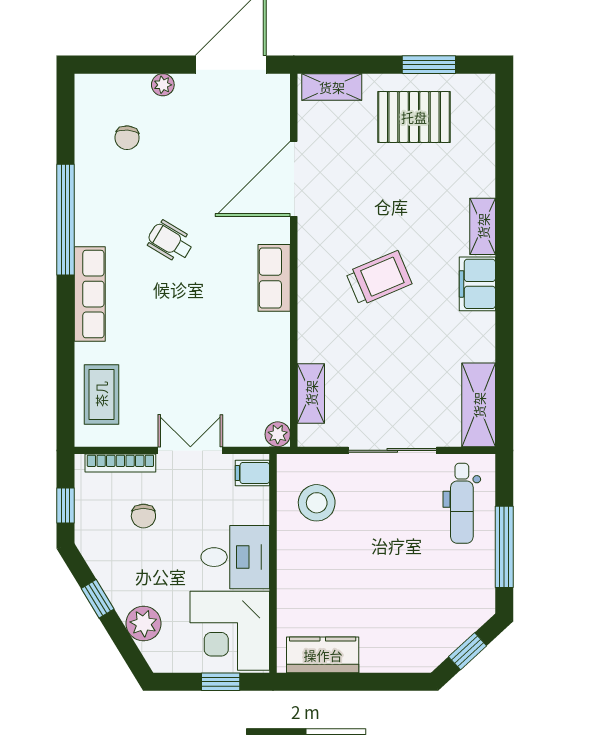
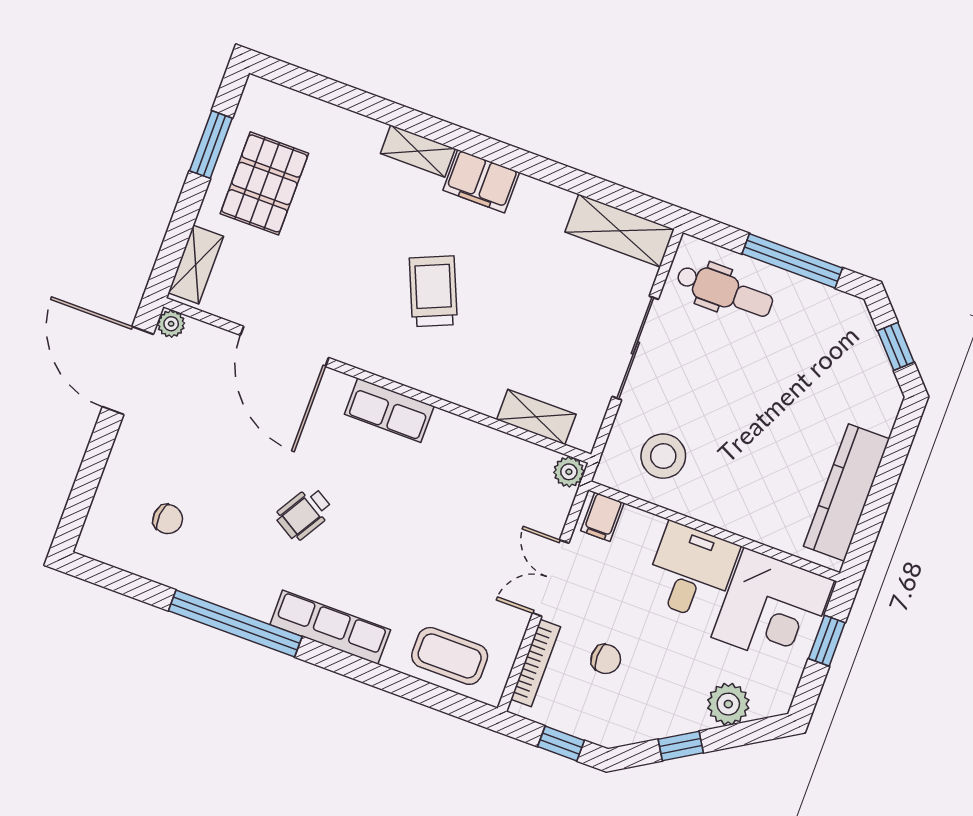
plant: (163, 85) -> (171, 324), moved
kitchen counter: (323, 655) -> (847, 493), width x1.50

